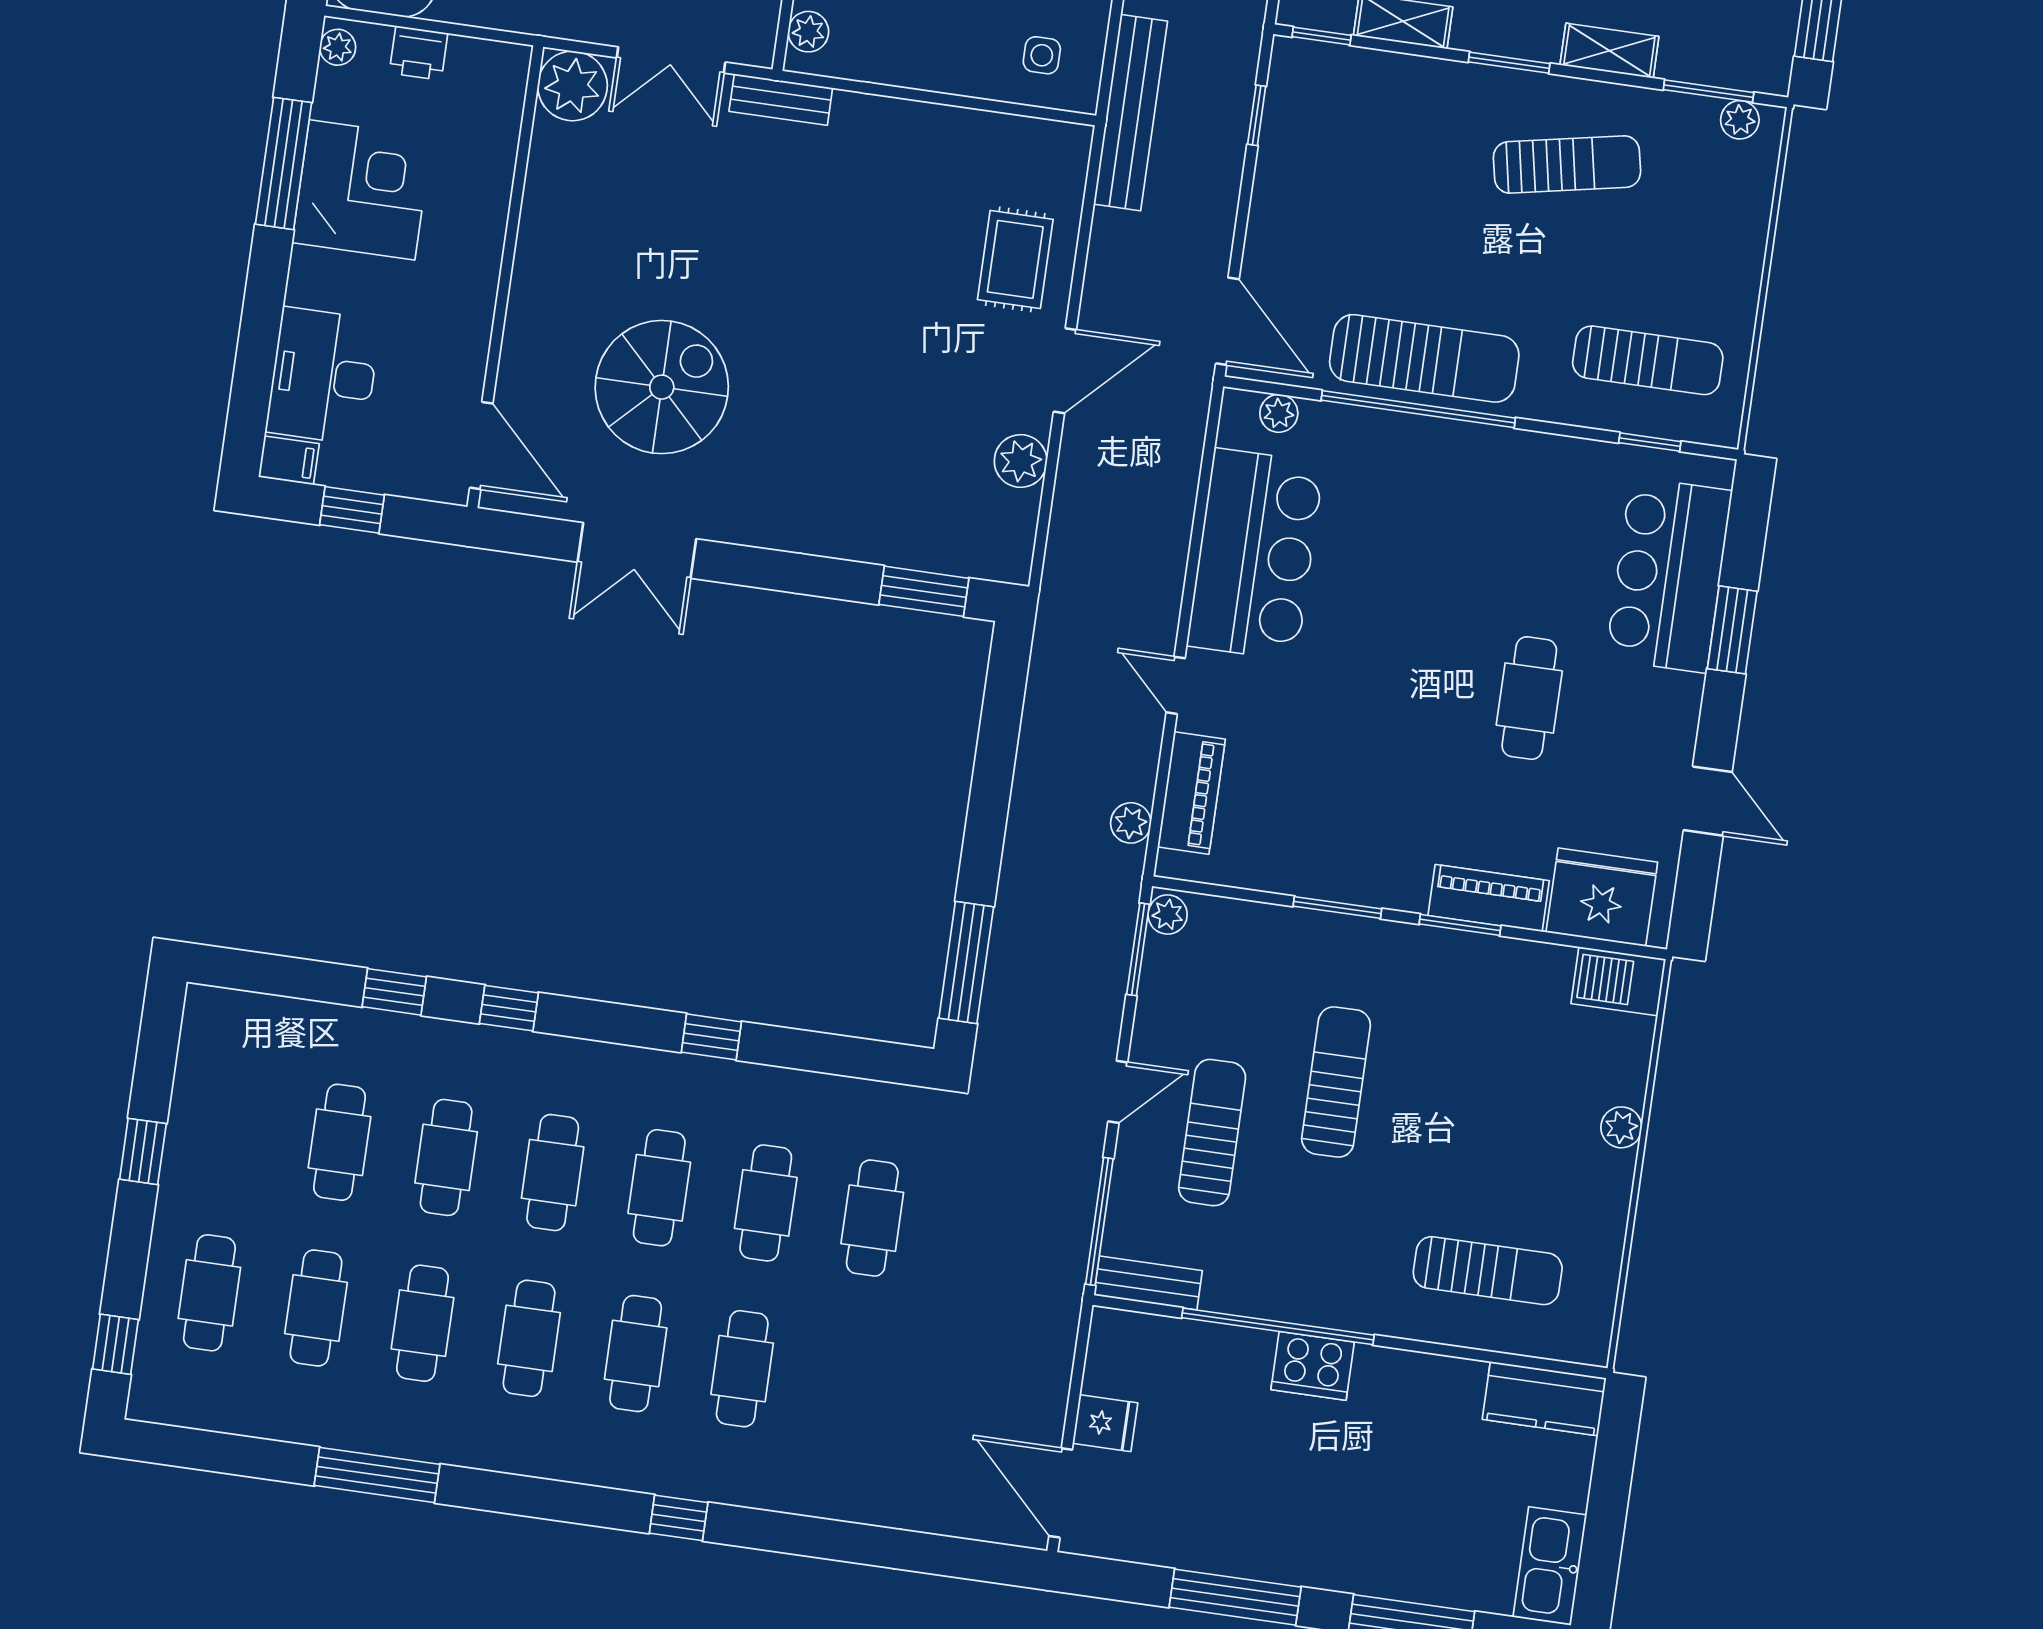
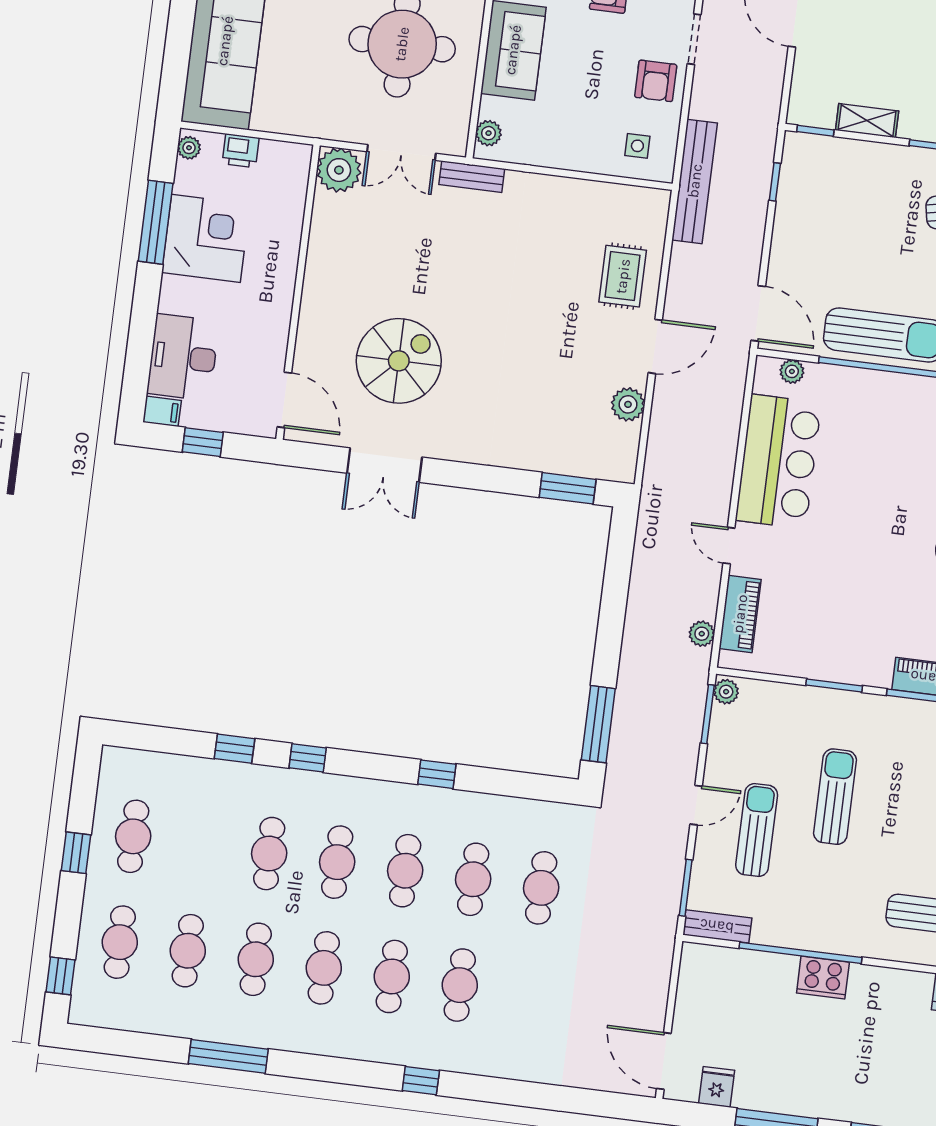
cafe table: (340, 1142) -> (133, 836), moved
window: (1099, 1221) -> (686, 888), width x0.69
fridge: (1105, 1423) -> (717, 1087), moved, turned -90

